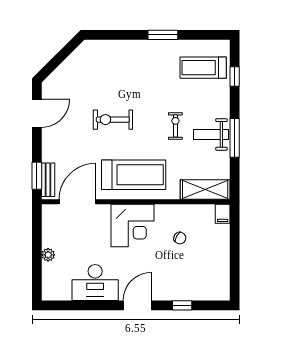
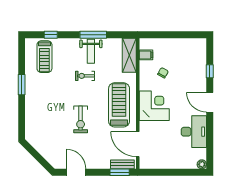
filing cabinet: (223, 214) -> (146, 55), moved
plant: (48, 255) -> (202, 164), moved

